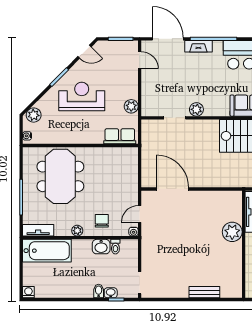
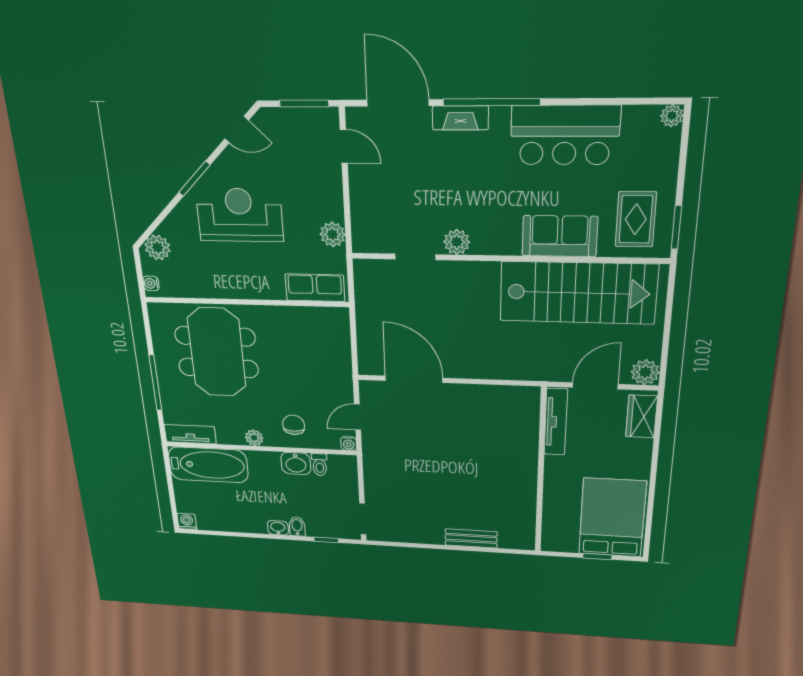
plant: (232, 232) -> (521, 452), removed
washbasin: (111, 293) -> (278, 528), moved

